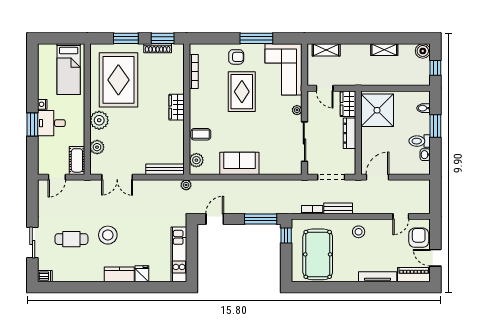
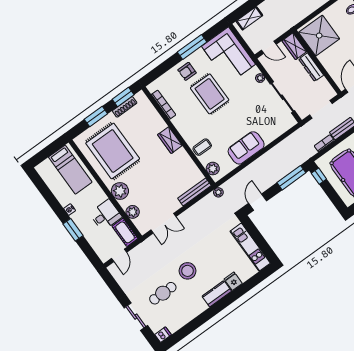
armchair: (236, 57) -> (187, 71), turned 180
desk: (51, 123) -> (106, 215), moved, turned 180

